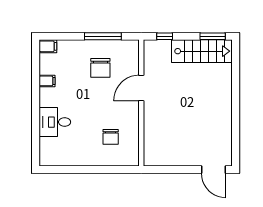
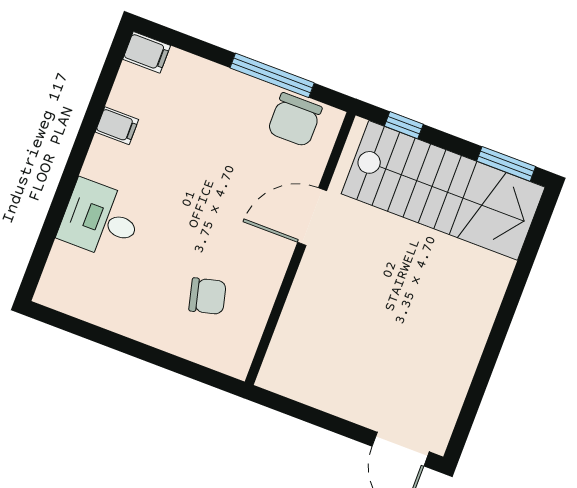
stairs: (202, 51) -> (443, 190), width x1.36, depth x1.51
chair: (100, 68) -> (295, 120), moved
chair: (111, 137) -> (207, 296), turned -104

